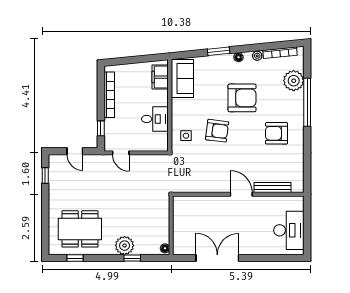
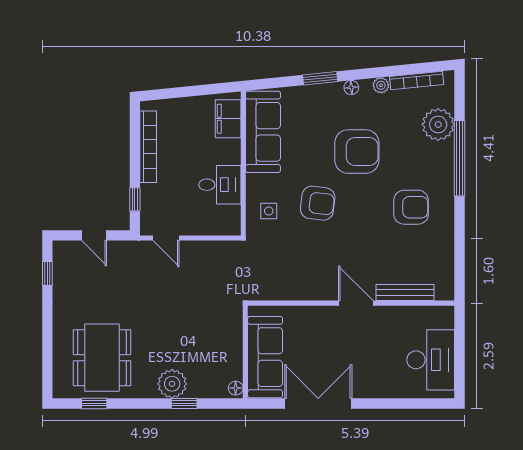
sofa: (182, 78) -> (263, 132), width x1.36
armchair: (276, 133) -> (411, 207), turned 180
dining table: (80, 229) -> (102, 358), turned 90
sofa: (184, 229) -> (265, 357), added

